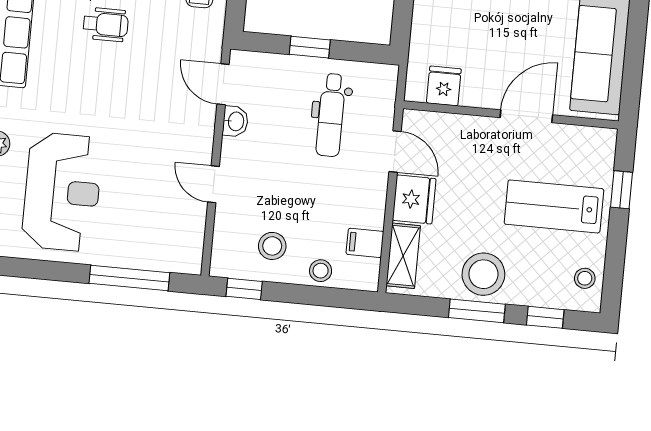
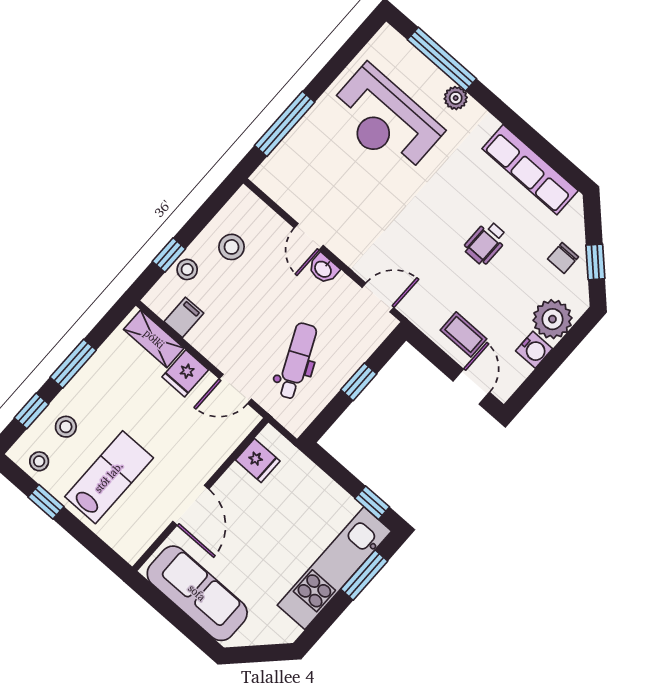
dental chair: (331, 115) -> (297, 361), turned 65
washbasin: (235, 121) -> (323, 269), moved
door: (214, 184) -> (309, 237), swing flipped
window: (621, 190) -> (46, 502), moved
fridge: (414, 199) -> (185, 373), width x0.72
stool: (483, 274) -> (66, 427), moved, width x0.53, depth x0.53
window: (244, 289) -> (169, 255), moved

